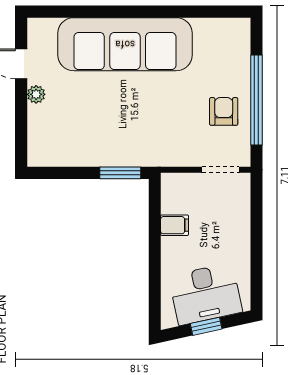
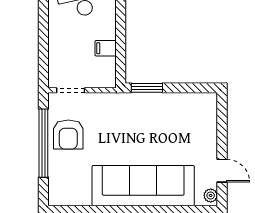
plant: (36, 94) -> (211, 195), moved
armchair: (224, 111) -> (68, 135), width x1.38, depth x1.38

